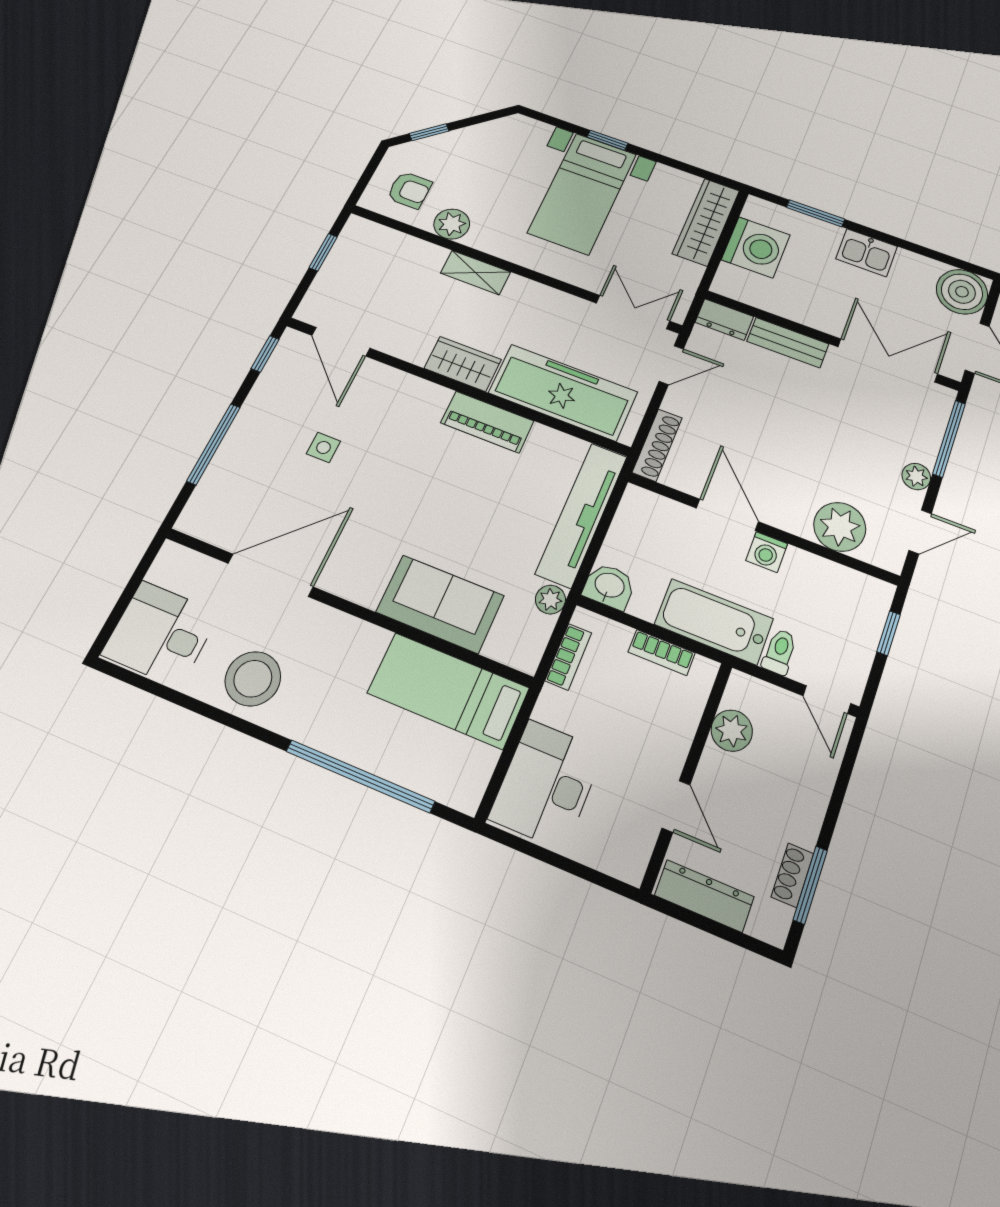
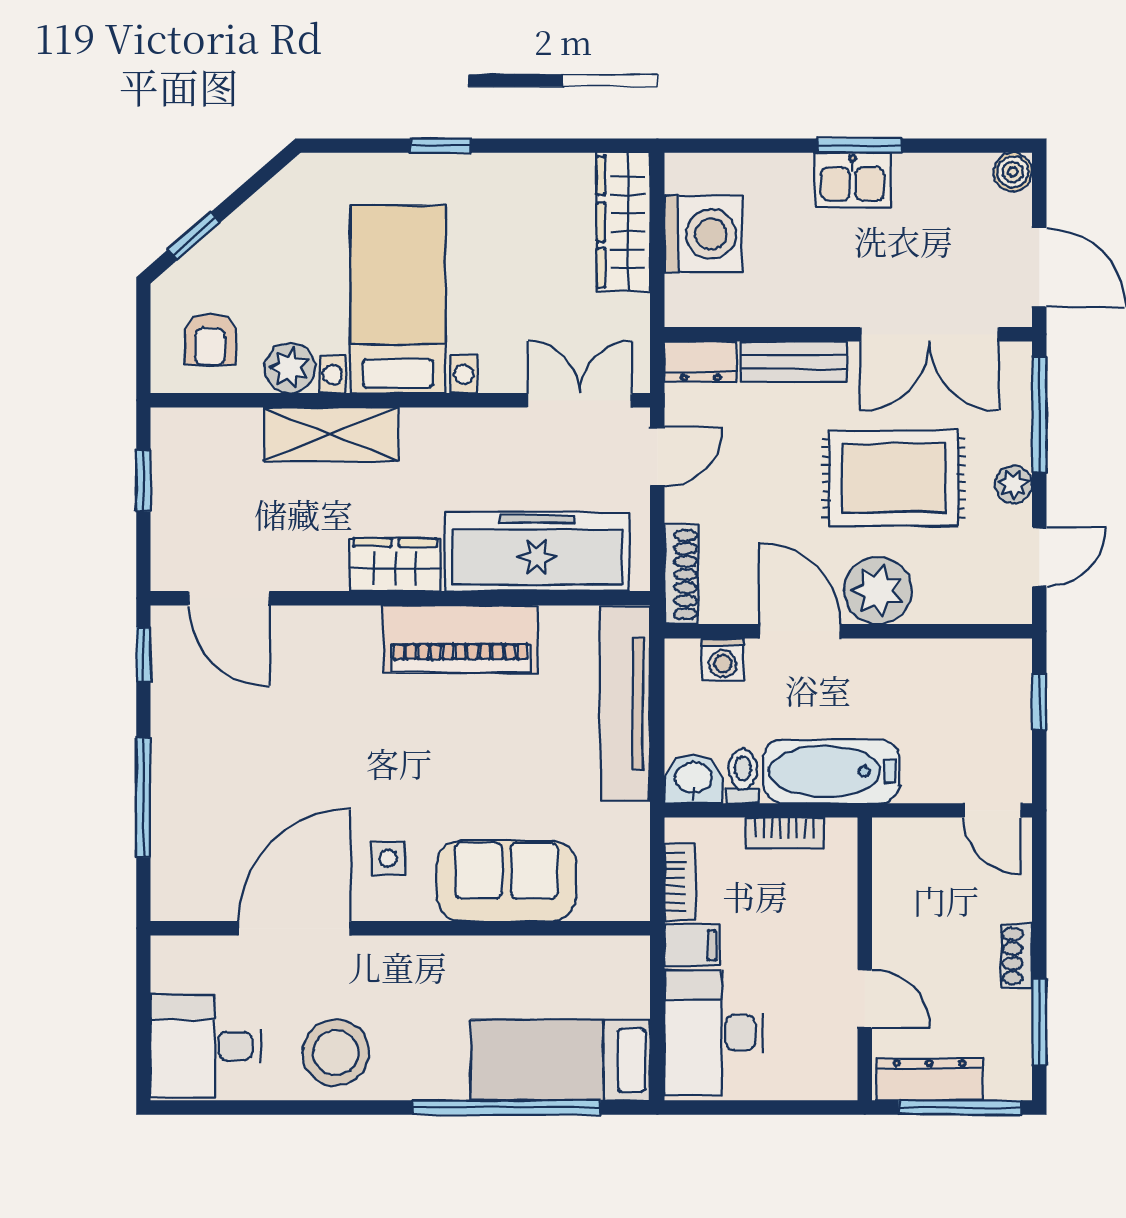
armchair: (409, 190) -> (210, 339), turned 90
bed with nightstands: (582, 193) -> (398, 299), moved, turned 180
window: (816, 213) -> (860, 146), moved
shelving: (476, 273) -> (331, 434), width x1.50, depth x1.33
boiler: (962, 292) -> (1013, 172), width x0.54, depth x0.54
double door: (888, 360) -> (929, 334), swing flipped
piano: (487, 422) -> (461, 639), width x1.37, depth x1.33
rug: (831, 440) -> (893, 478), added
side table: (323, 447) -> (388, 858), moved
plant: (840, 527) -> (878, 591), moved
washing machine: (767, 552) -> (723, 660), moved
plant: (550, 600) -> (632, 823), removed
toilet: (780, 652) -> (743, 776), moved
bed: (448, 690) -> (561, 1060), moved
filing cabinet: (558, 709) -> (692, 945), added
plant: (732, 731) -> (897, 890), removed
shoe rack: (792, 875) -> (1017, 956), moved
window: (721, 931) -> (960, 1107), added

